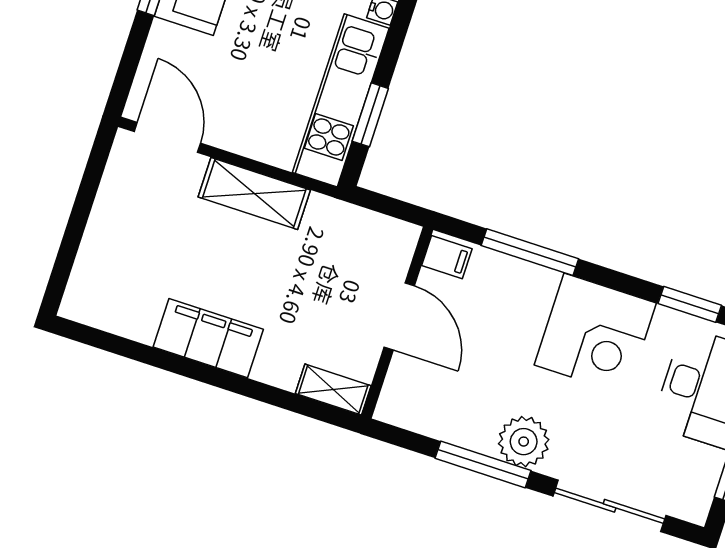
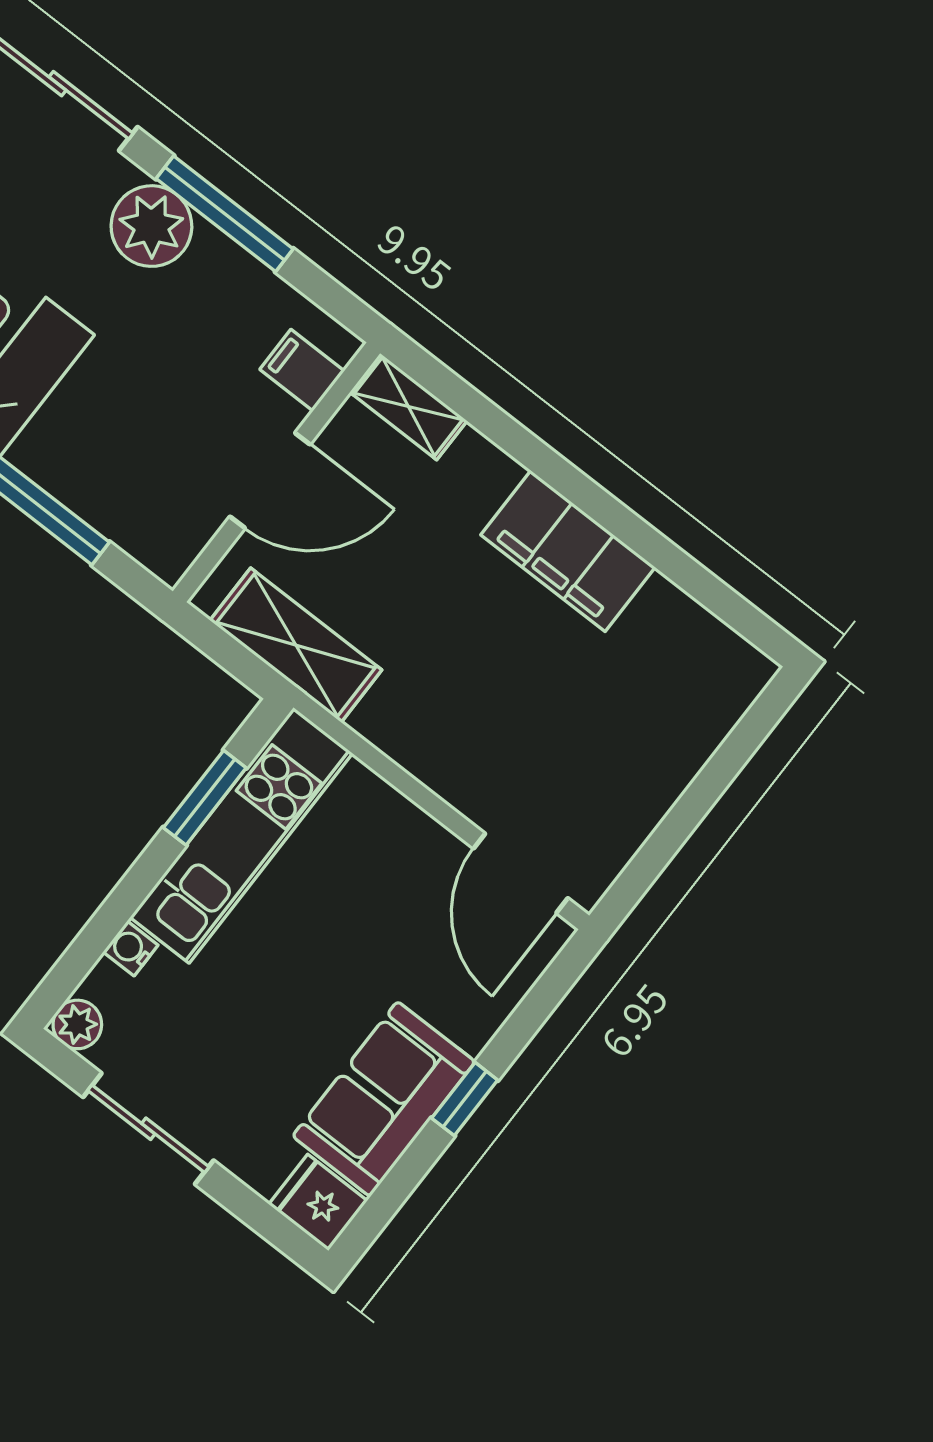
shelving: (254, 194) -> (296, 645), moved
filing cabinet: (447, 257) -> (302, 370), moved
door: (399, 316) -> (270, 480), swing flipped

